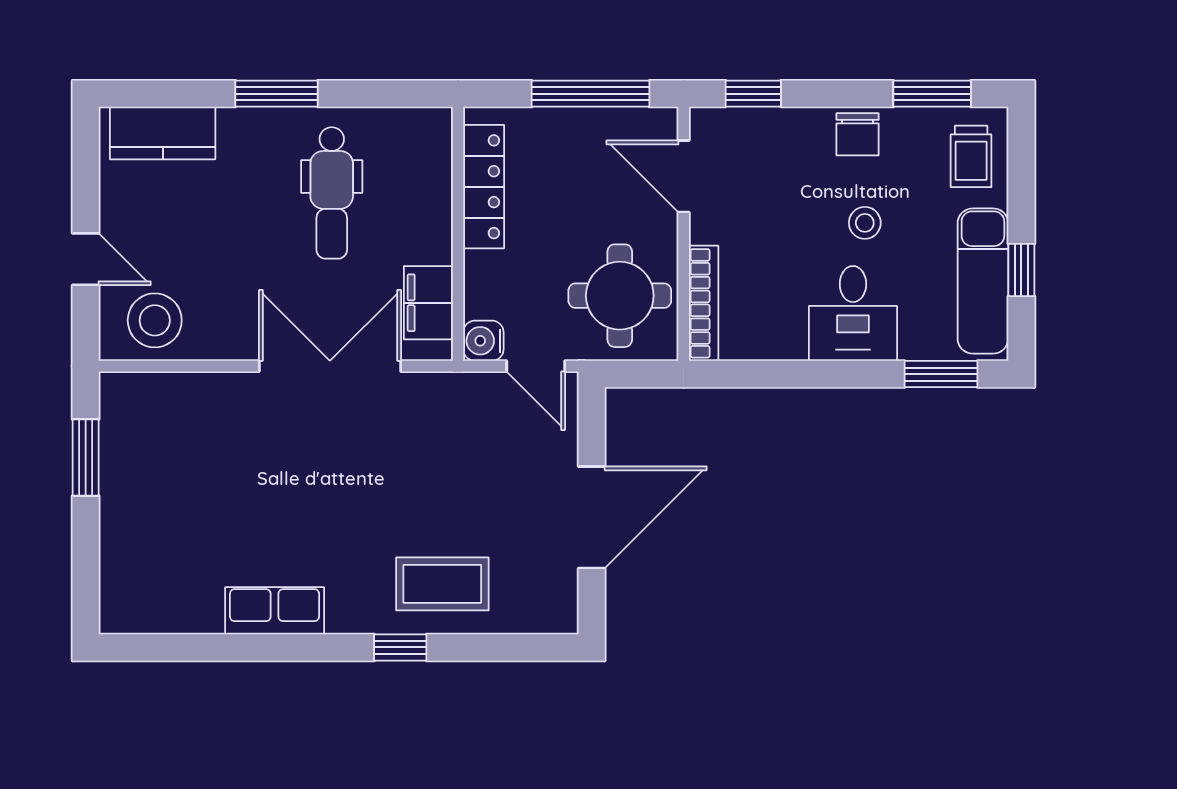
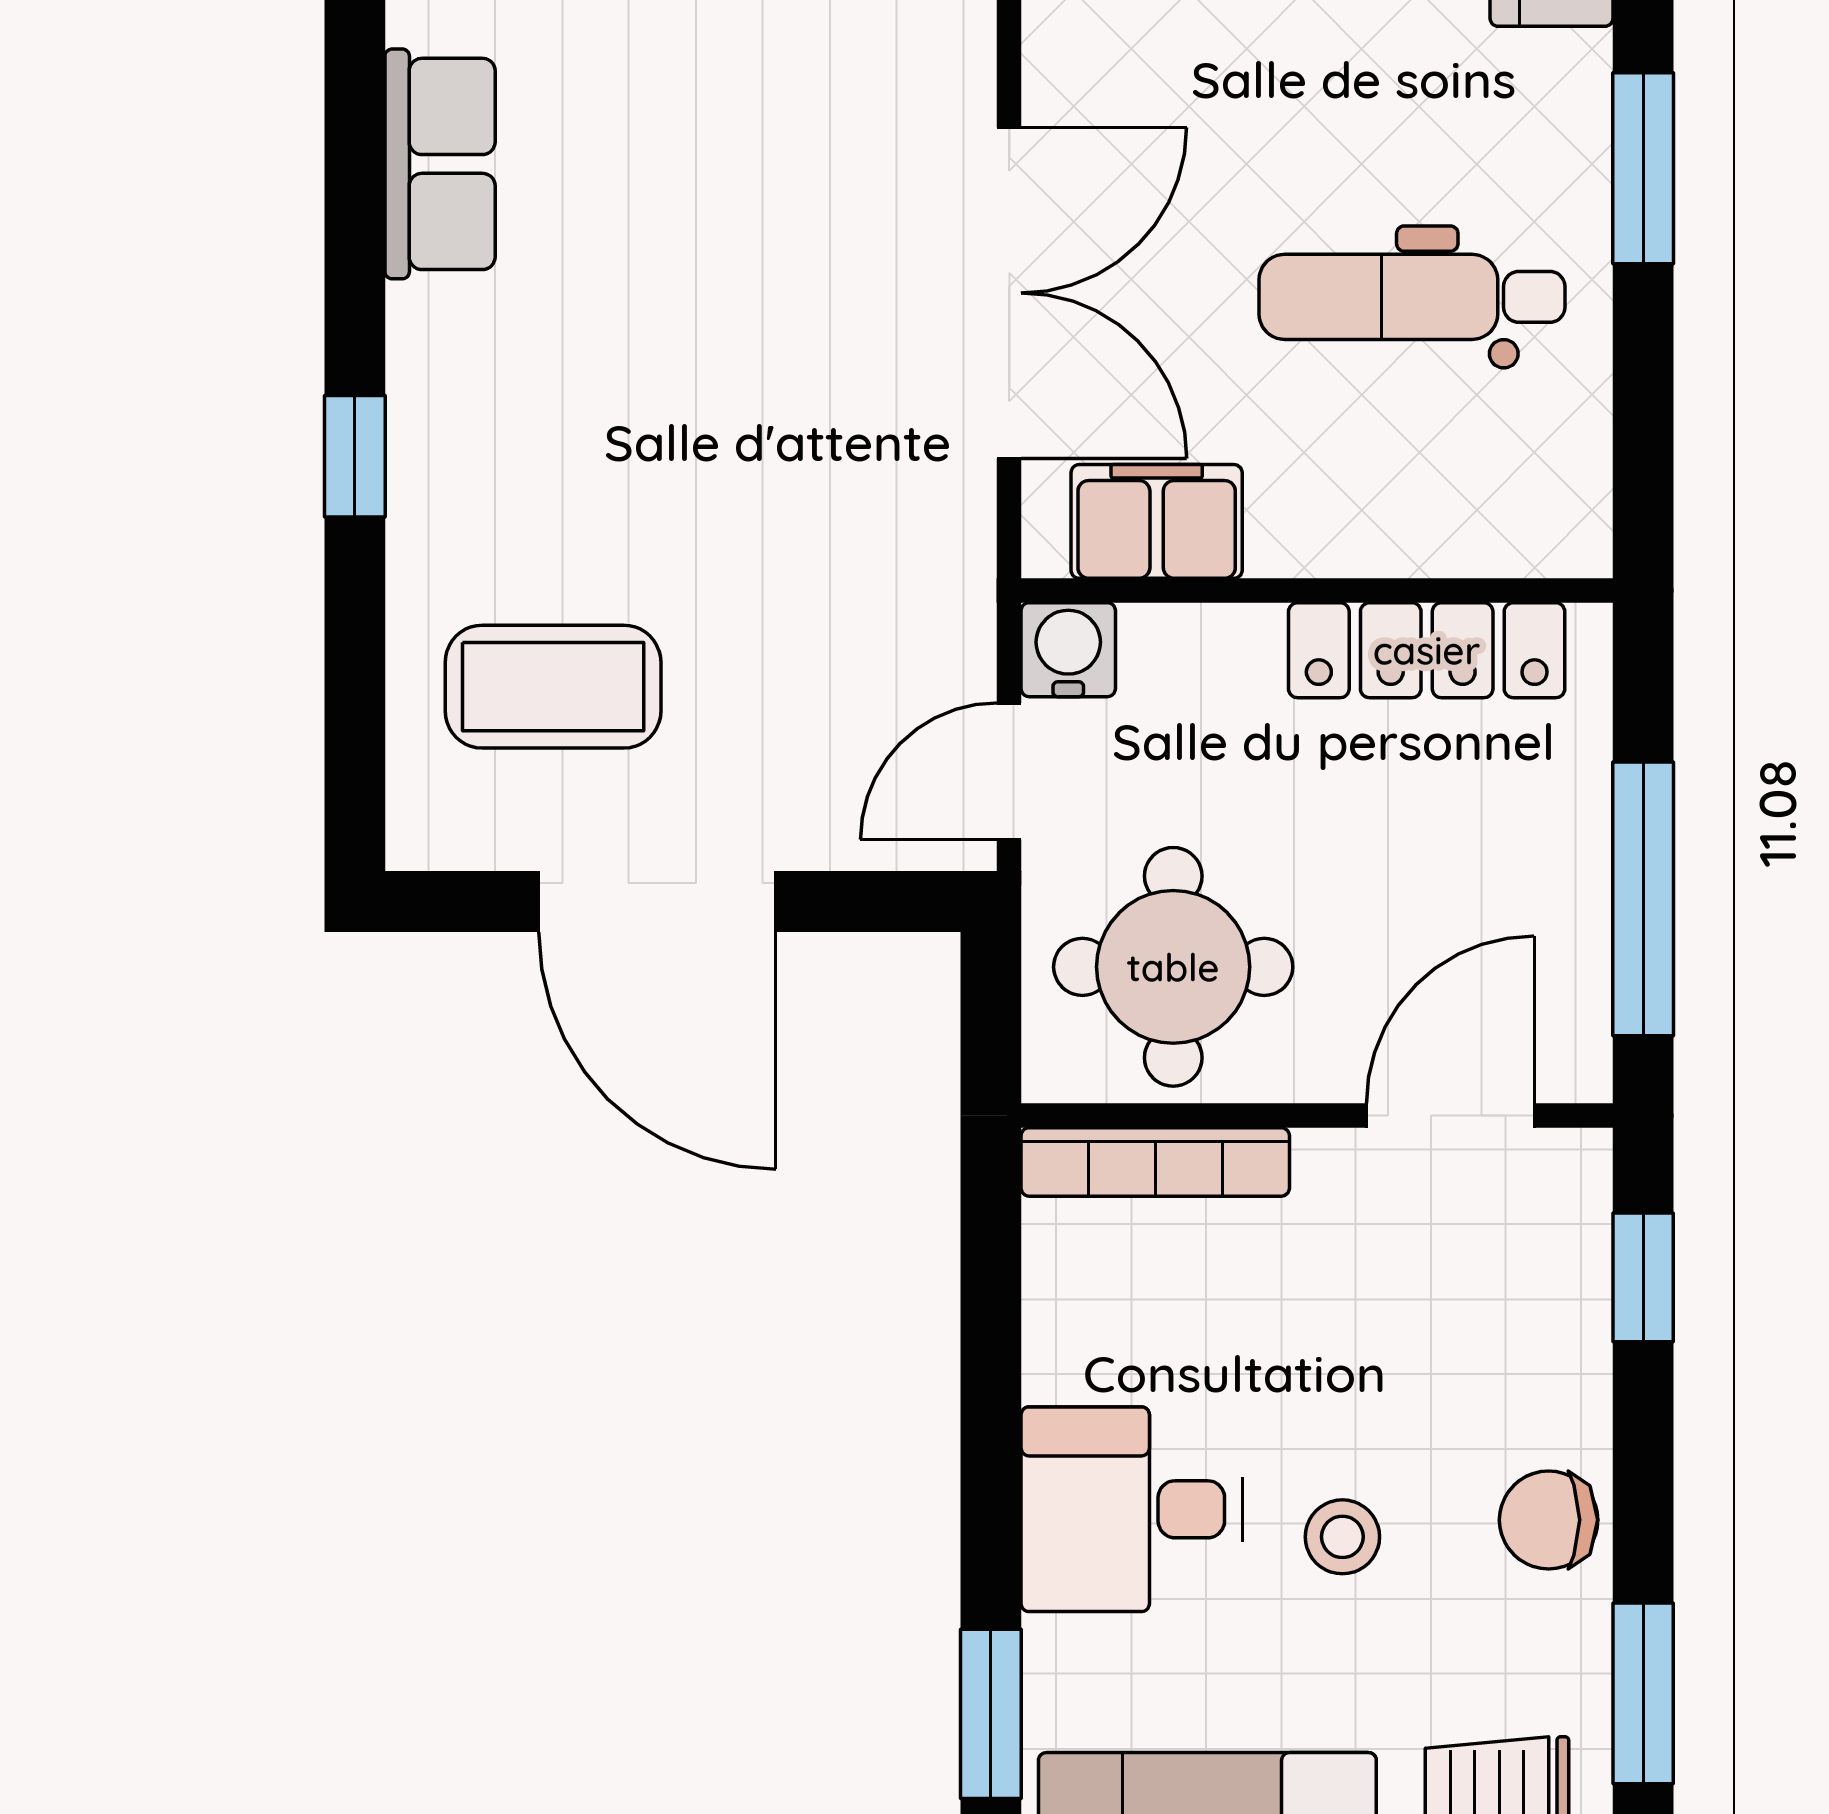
coffee table: (442, 584) -> (553, 687), moved, turned 90

